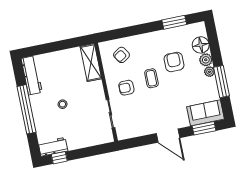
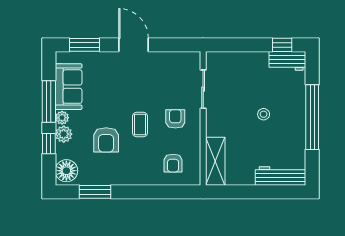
floor lamp: (201, 45) -> (66, 171), moved
window: (215, 51) -> (49, 144), added
armchair: (121, 55) -> (173, 163), turned 123
workbench: (32, 75) -> (281, 176), moved, turned 90
armchair: (126, 88) -> (175, 119), turned -90
sofa: (206, 113) -> (69, 87), moved, turned -90

